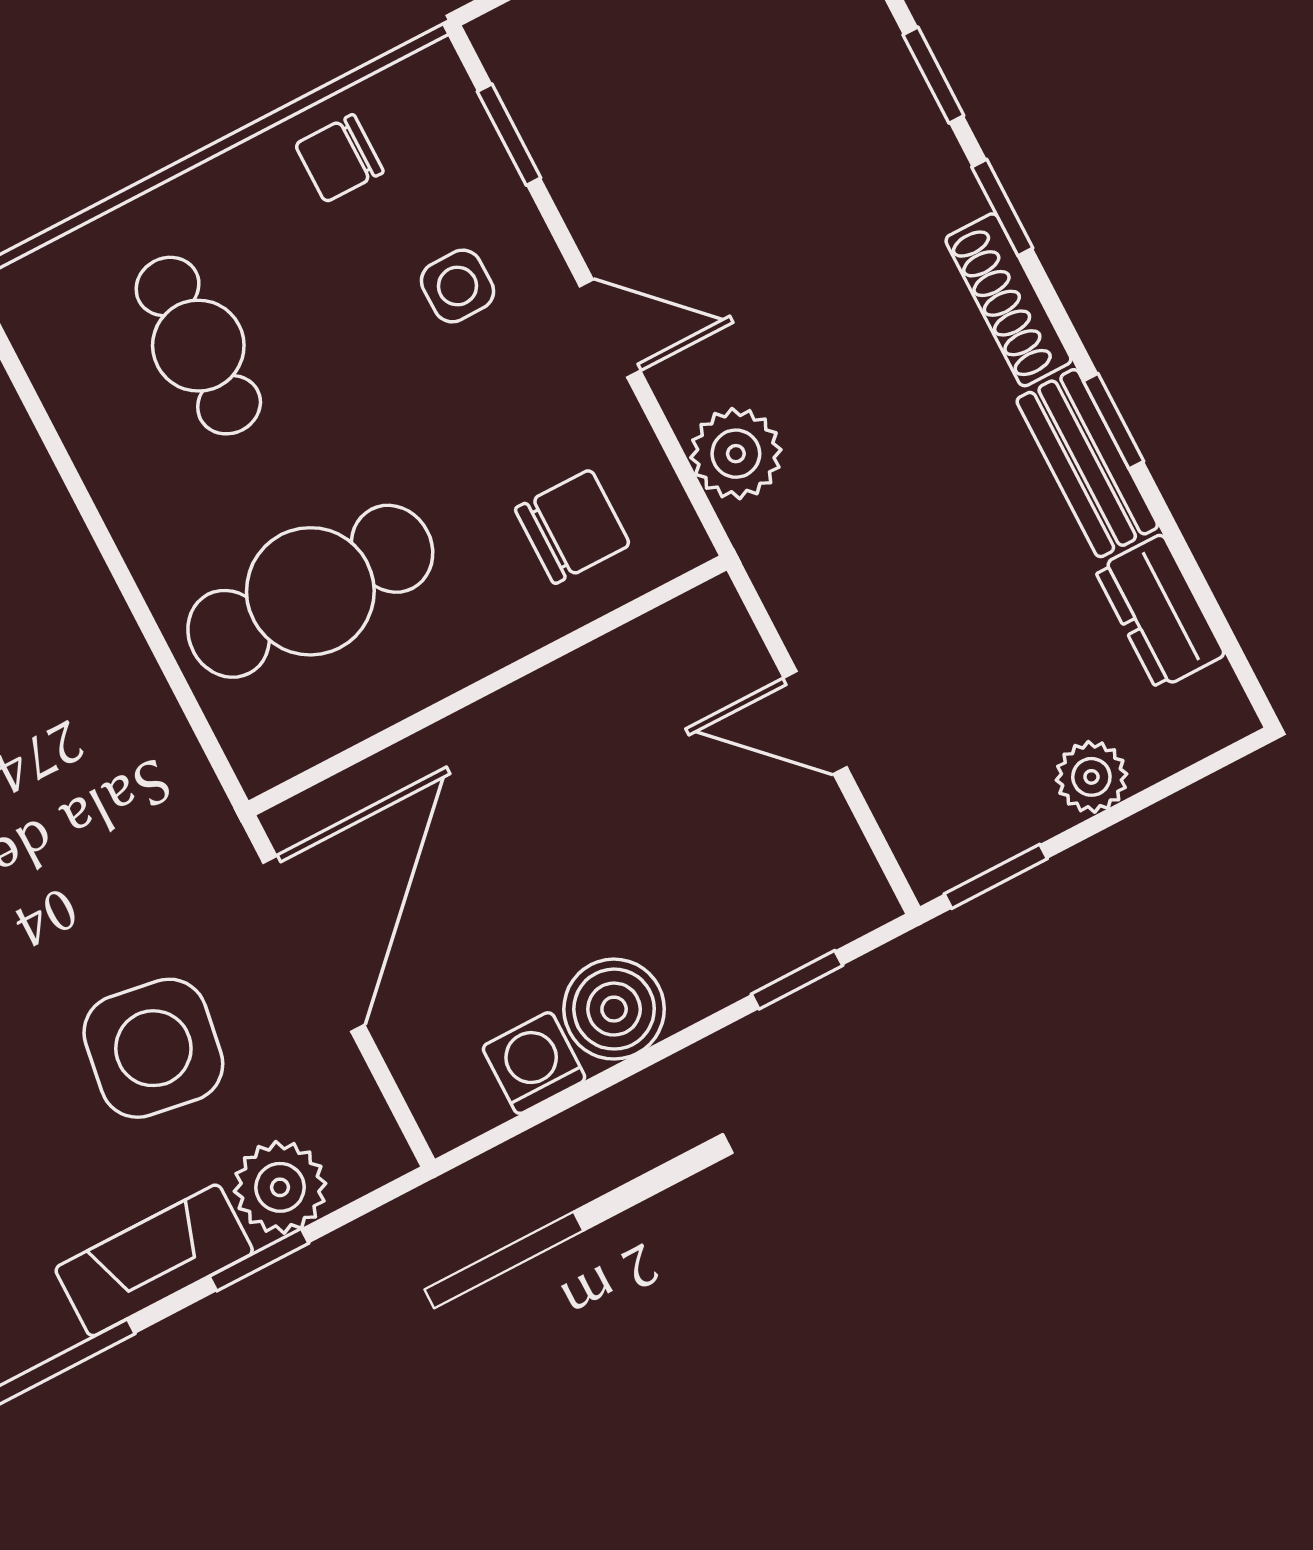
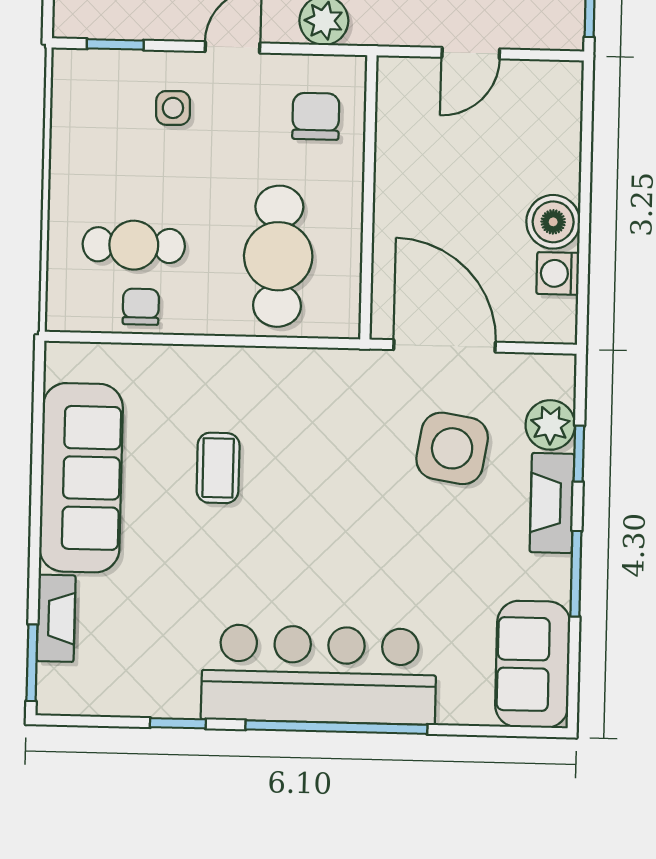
chair: (339, 158) -> (141, 307), moved, turned 180
window: (797, 980) -> (587, 128), removed

